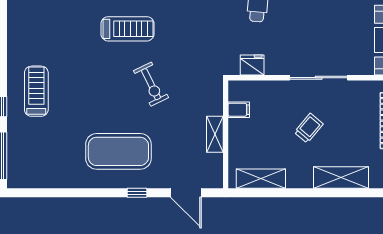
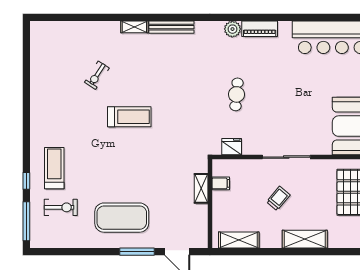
exercise bike: (151, 84) -> (61, 207), moved, turned -64
shelving: (215, 134) -> (201, 188), moved
window: (137, 193) -> (137, 252), width x2.17

